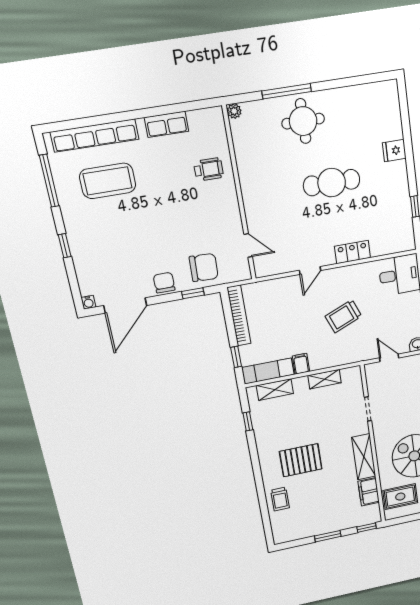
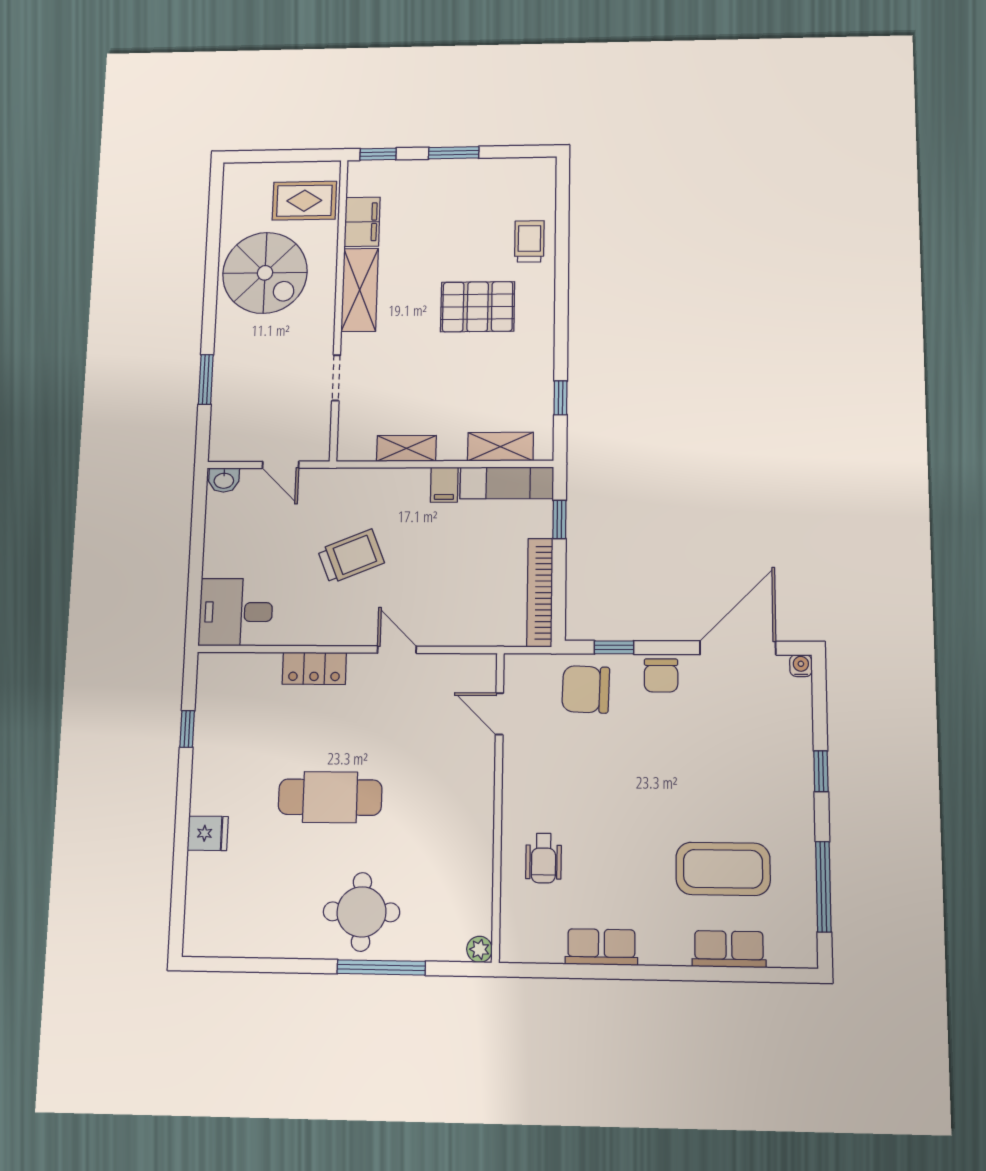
row of seats: (95, 136) -> (729, 949), width x0.50
wheelchair: (209, 169) -> (543, 858), turned -90
door: (310, 270) -> (397, 650), hinge flipped

